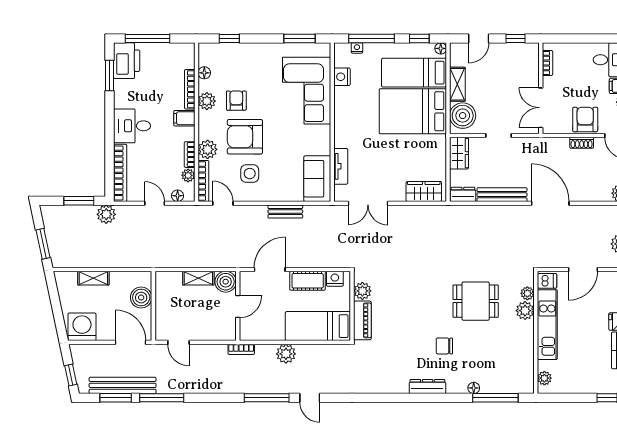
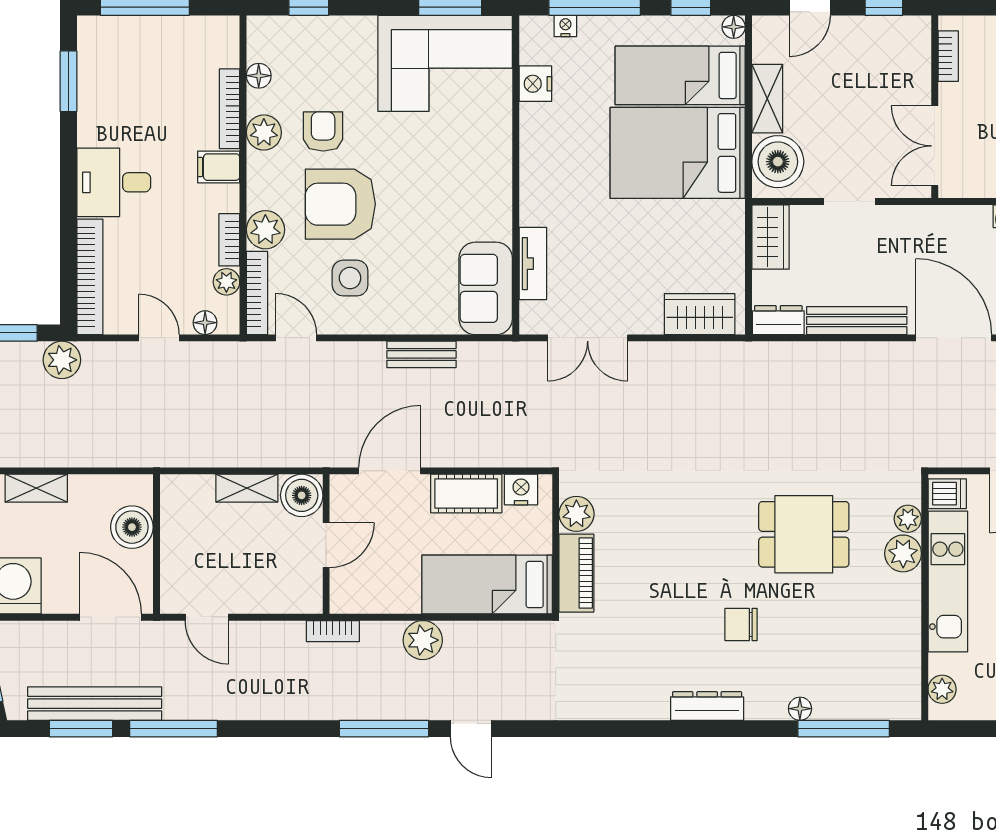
printer: (127, 61) -> (103, 51), removed
corner sofa: (307, 91) -> (445, 63), moved, turned -90

